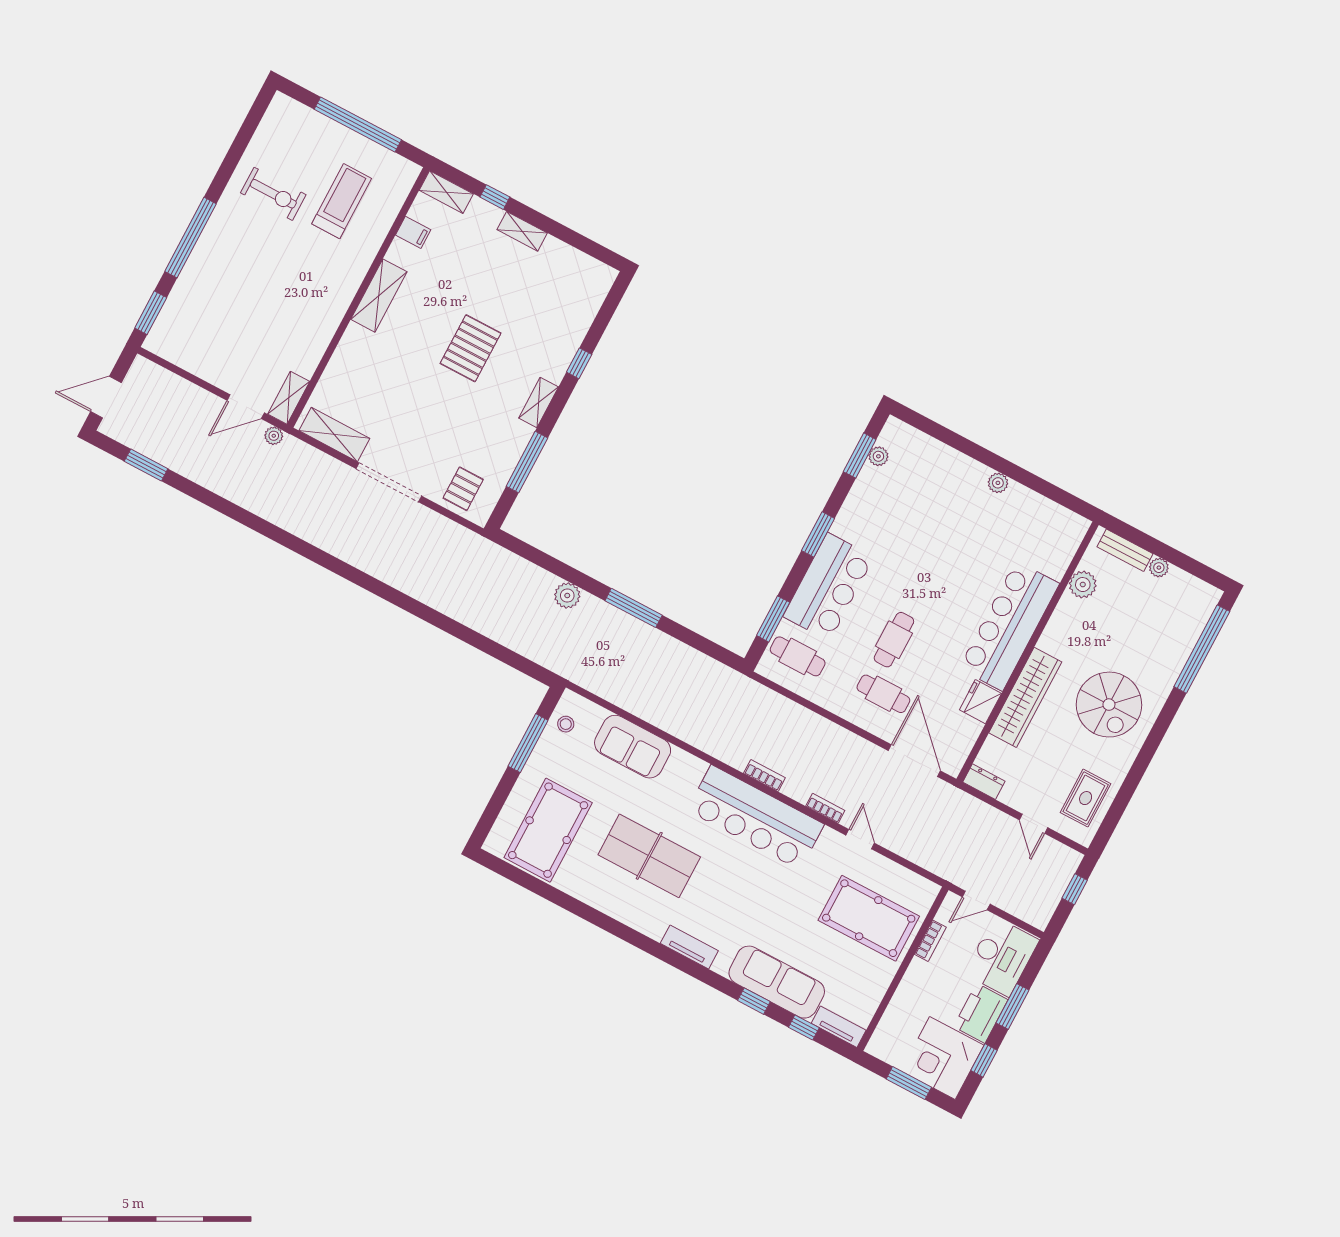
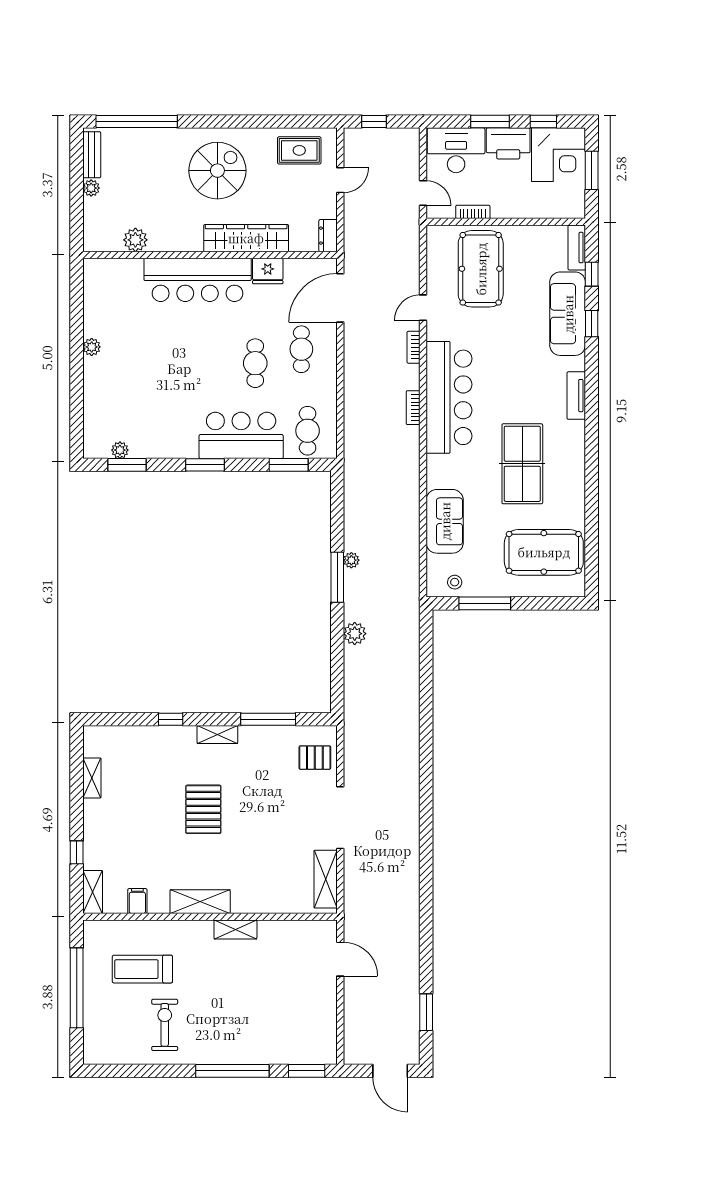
shelving: (522, 231) -> (92, 778), moved
pallet: (471, 348) -> (203, 809), turned 90
shelving: (289, 398) -> (235, 929), moved
plant: (274, 436) -> (351, 560), moved
bench: (1125, 550) -> (92, 155), moved
cafe table: (894, 640) -> (255, 363), turned 90

